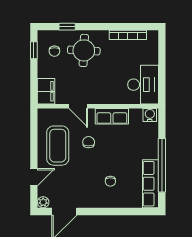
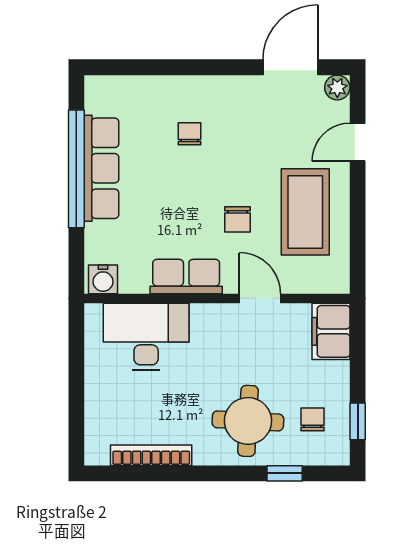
desk: (143, 85) -> (146, 337), moved, turned 90
row of seats: (150, 184) -> (101, 168), moved

